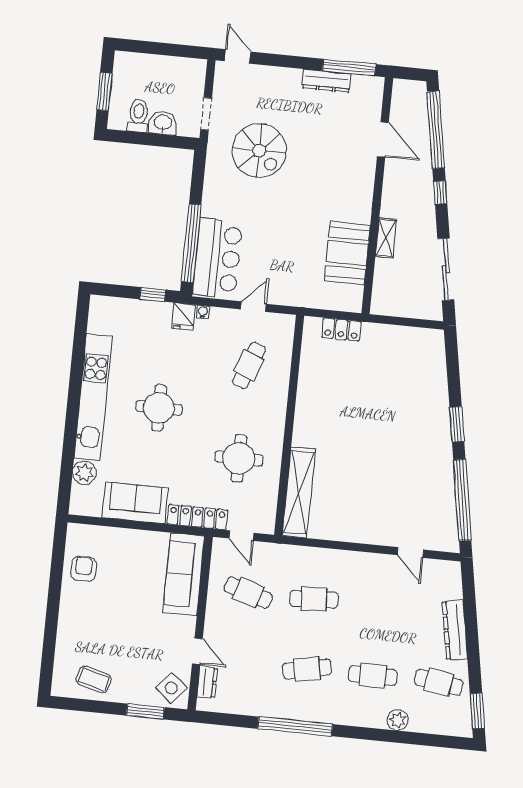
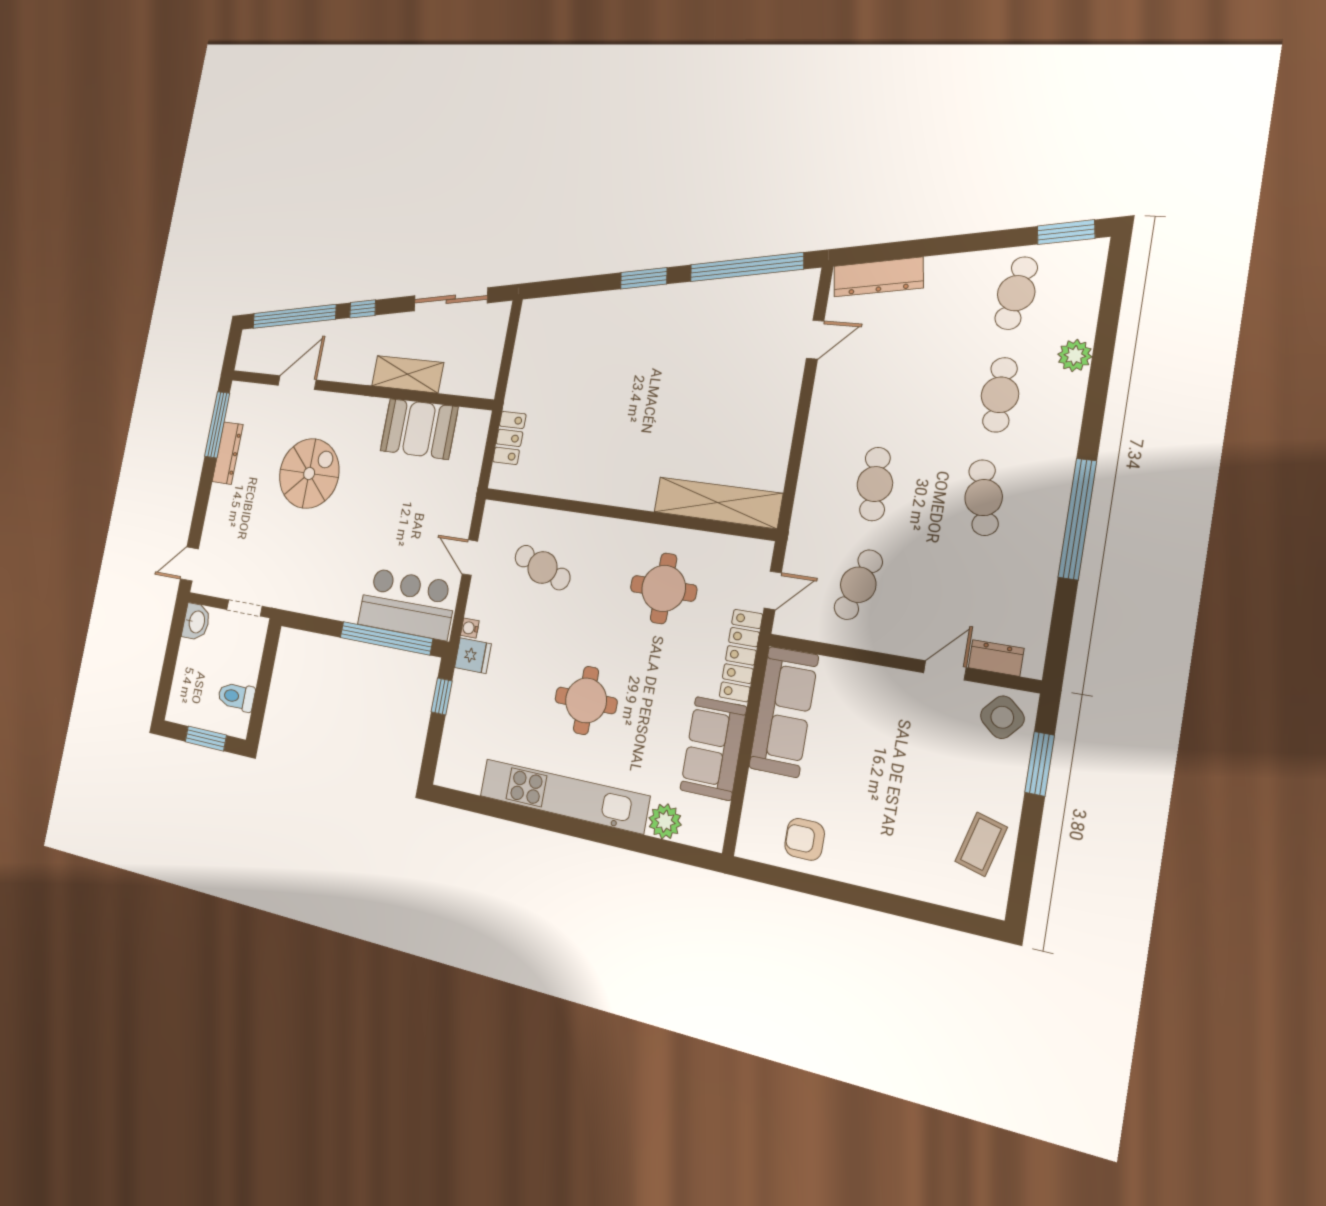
washbasin: (163, 123) -> (196, 622), moved, turned 180
spiral stairs: (259, 151) -> (309, 473), moved
shelving: (386, 238) -> (407, 374), width x1.50, depth x1.33
sofa: (184, 574) -> (784, 712), moved, turned -90
dresser: (455, 630) -> (878, 277), moved

